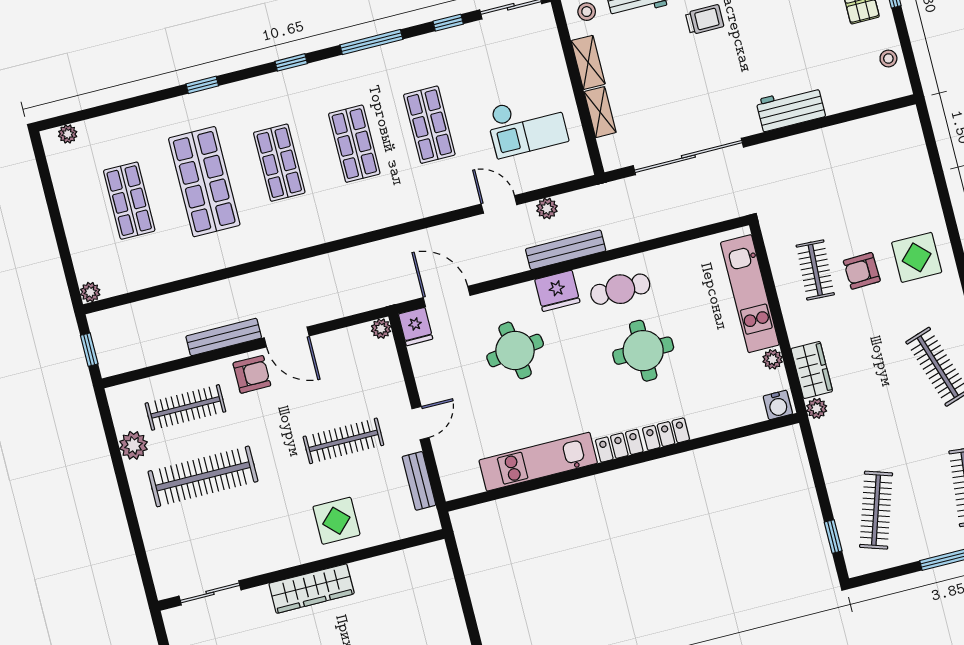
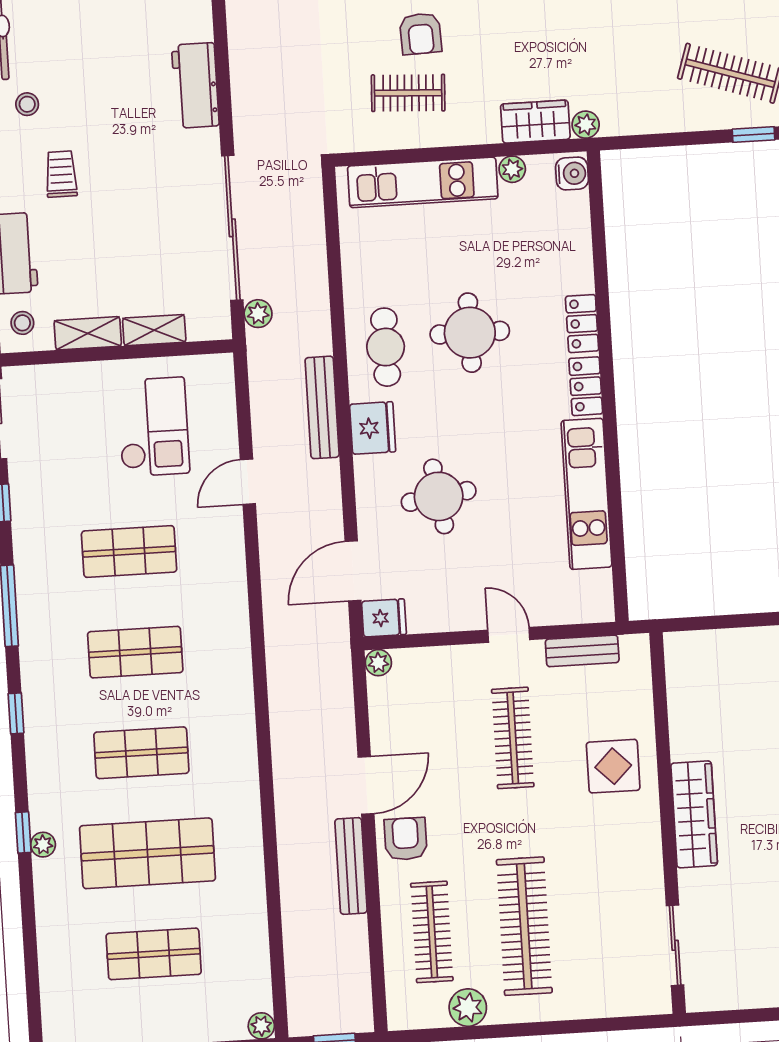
plant: (68, 134) -> (43, 845), moved
plant: (547, 208) -> (258, 314), moved

